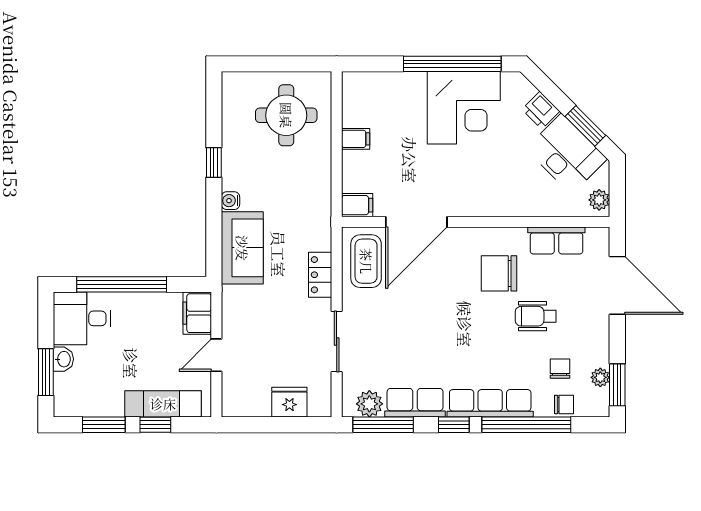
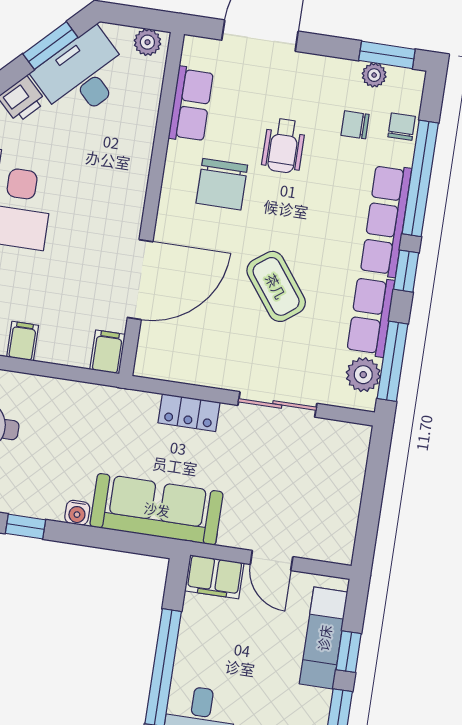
door: (416, 222) -> (140, 280), hinge flipped
sofa: (242, 248) -> (157, 509), width x1.36
coffee table: (366, 261) -> (276, 286), moved, turned 53
fridge: (289, 402) -> (346, 476), removed

